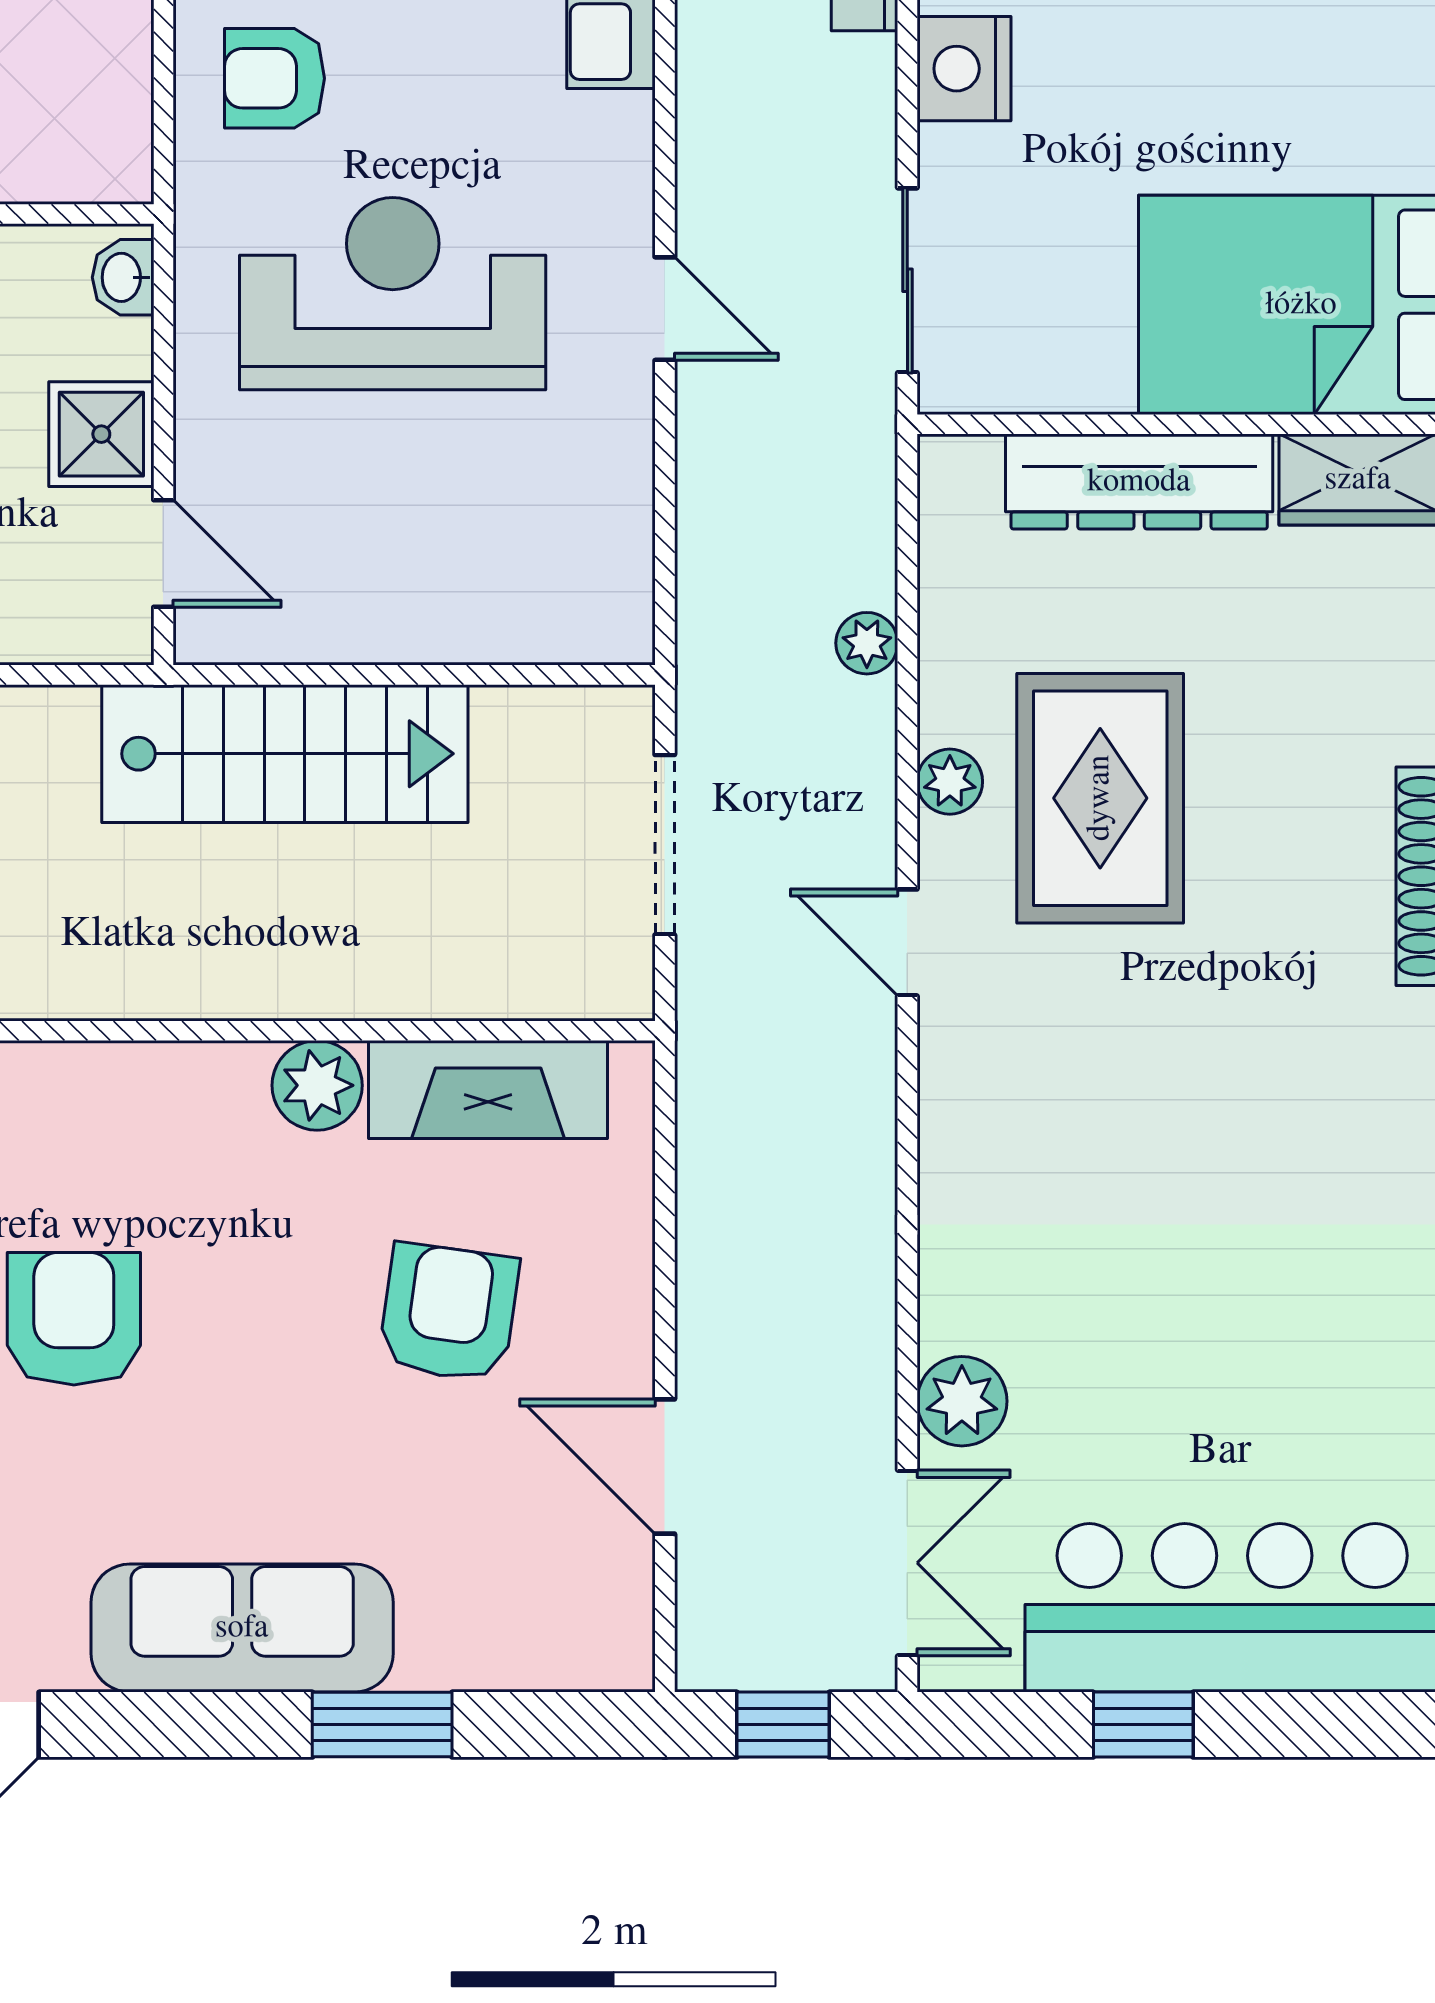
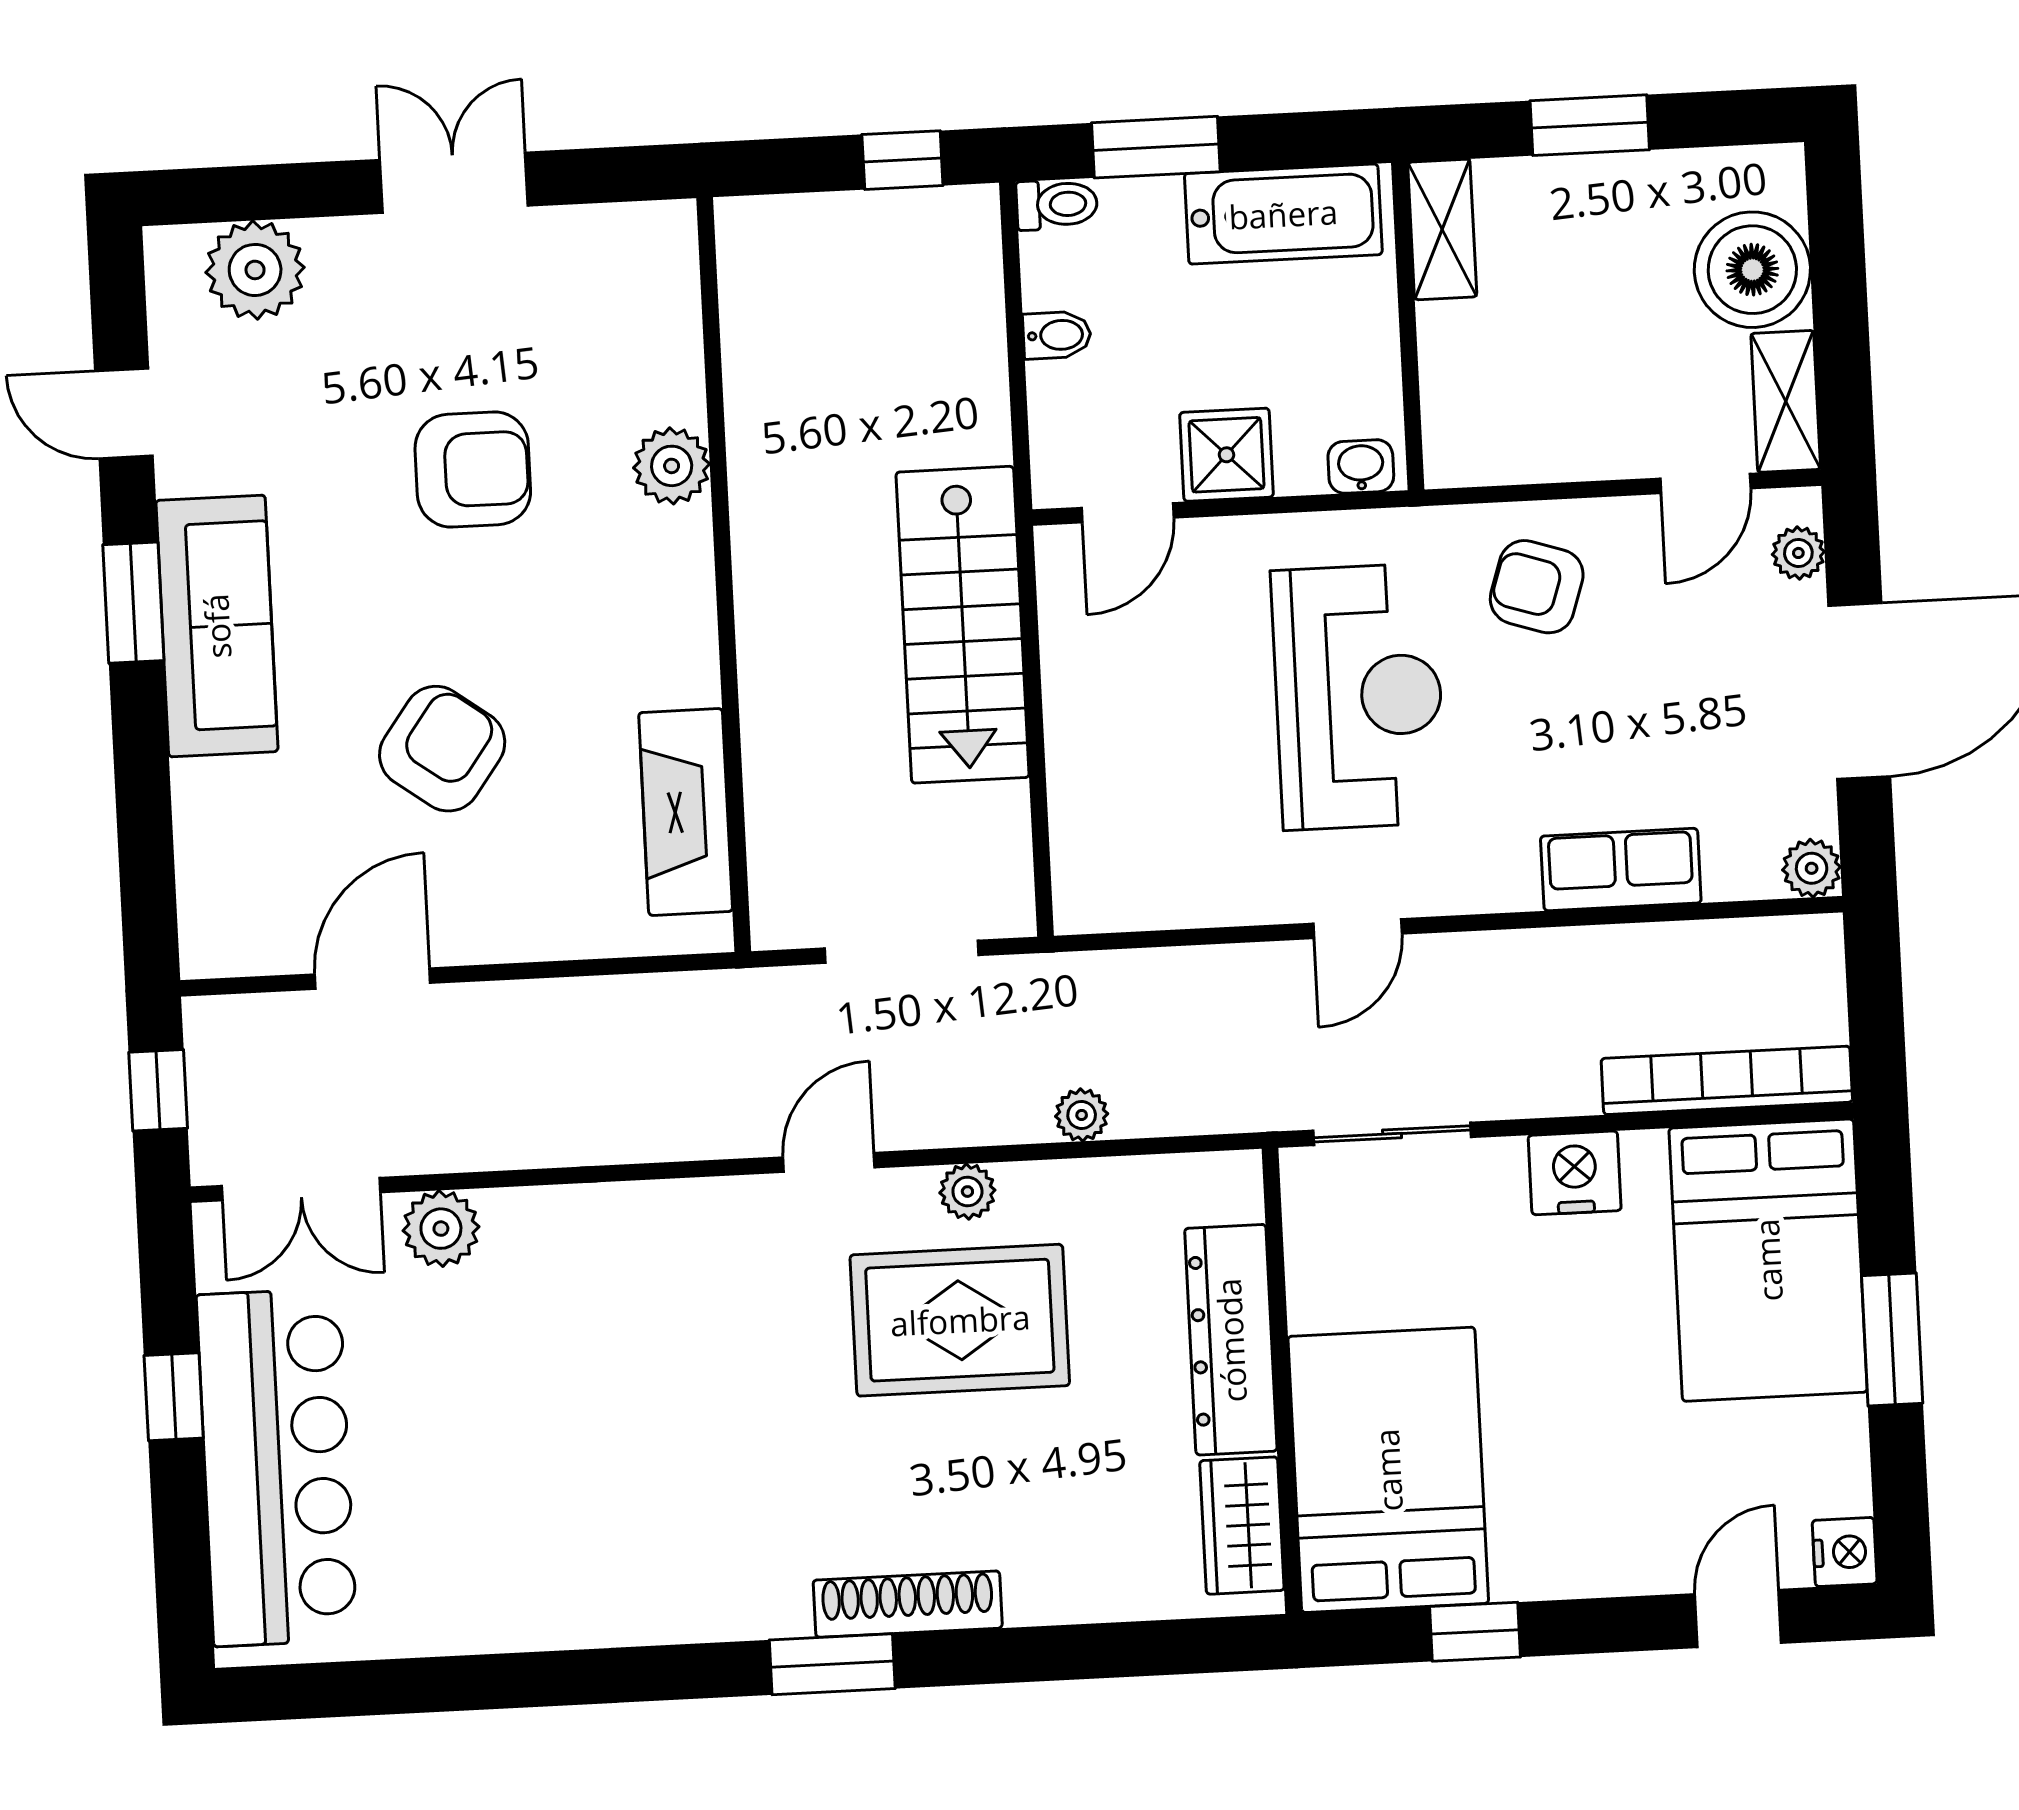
armchair: (274, 78) -> (1537, 587), turned -72
plant: (317, 1085) -> (672, 466), moved
armchair: (449, 1313) -> (442, 749), moved, turned -62
window: (382, 1725) -> (133, 603), moved

